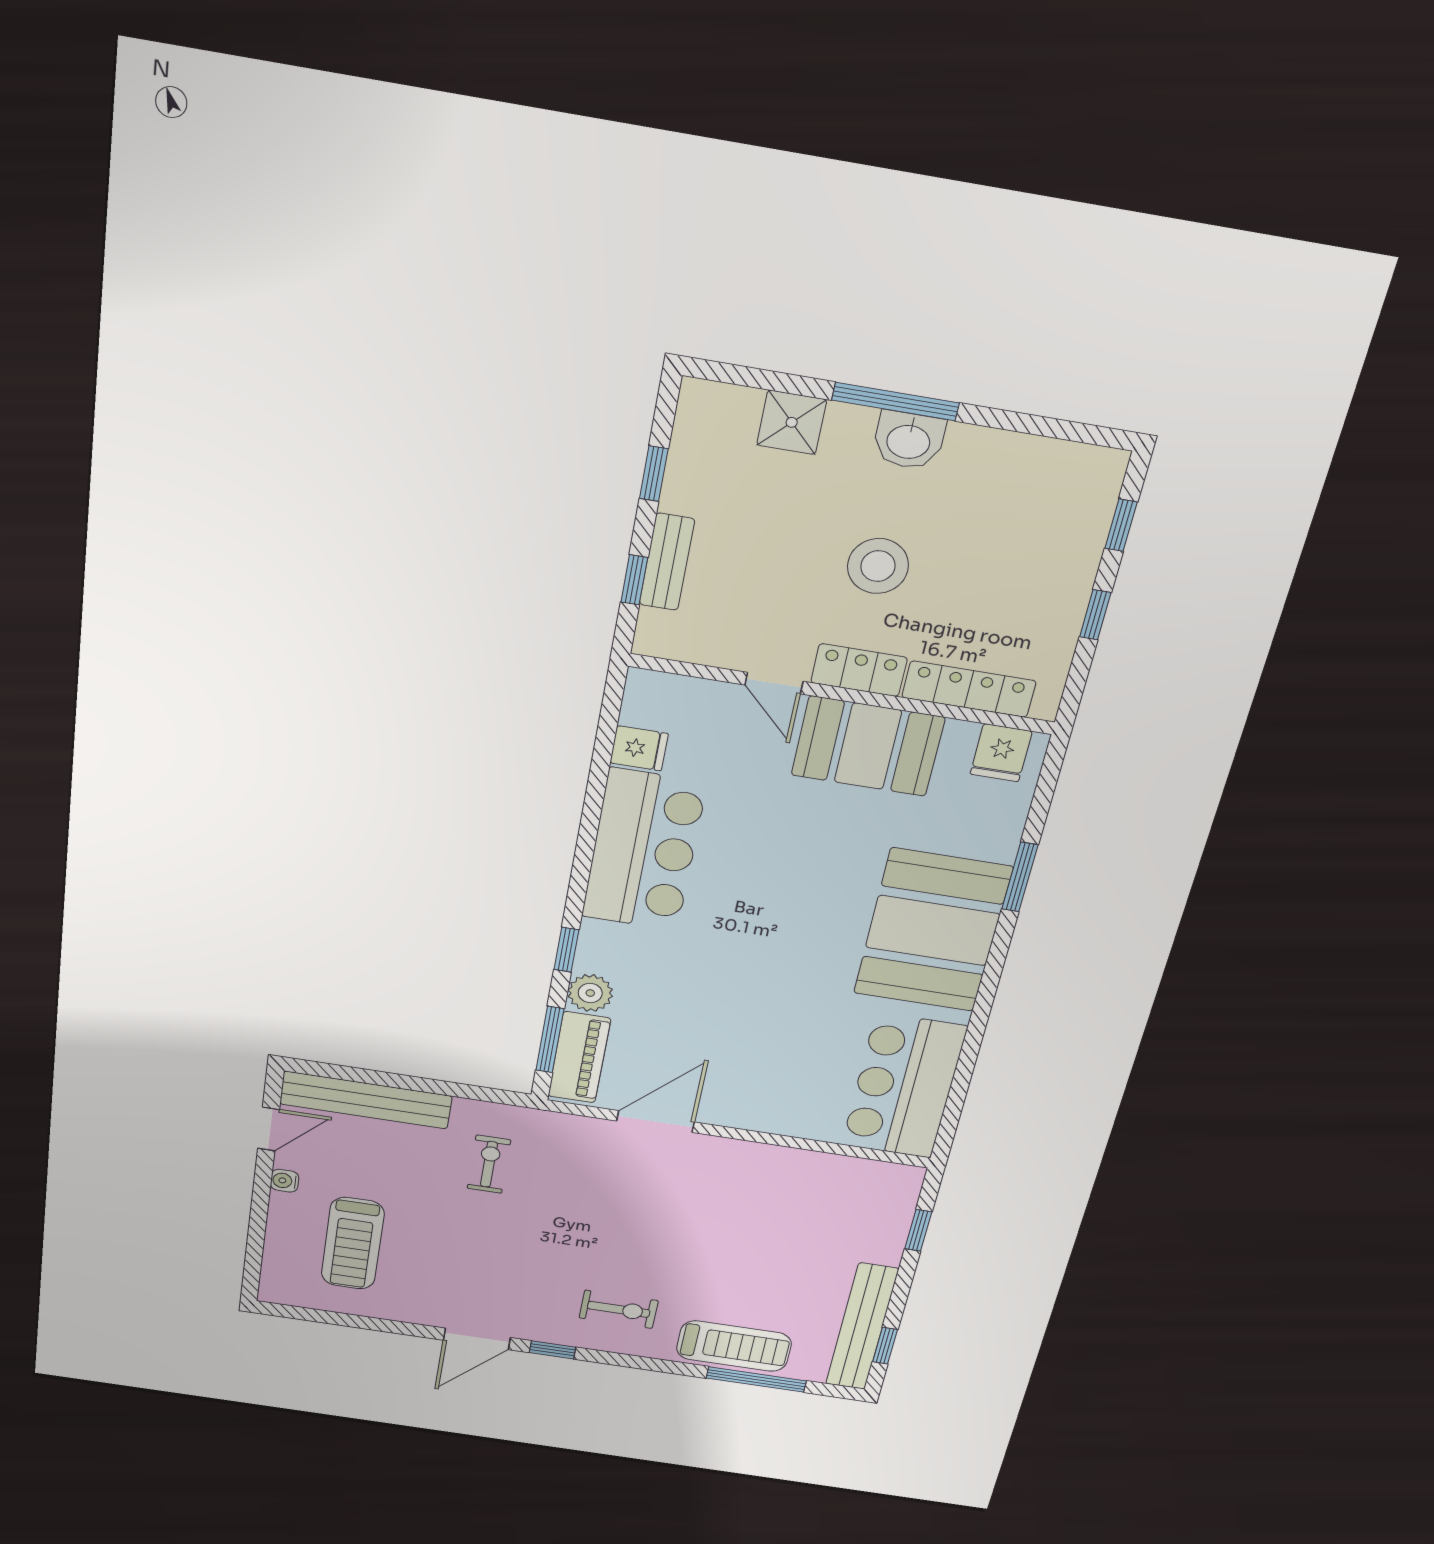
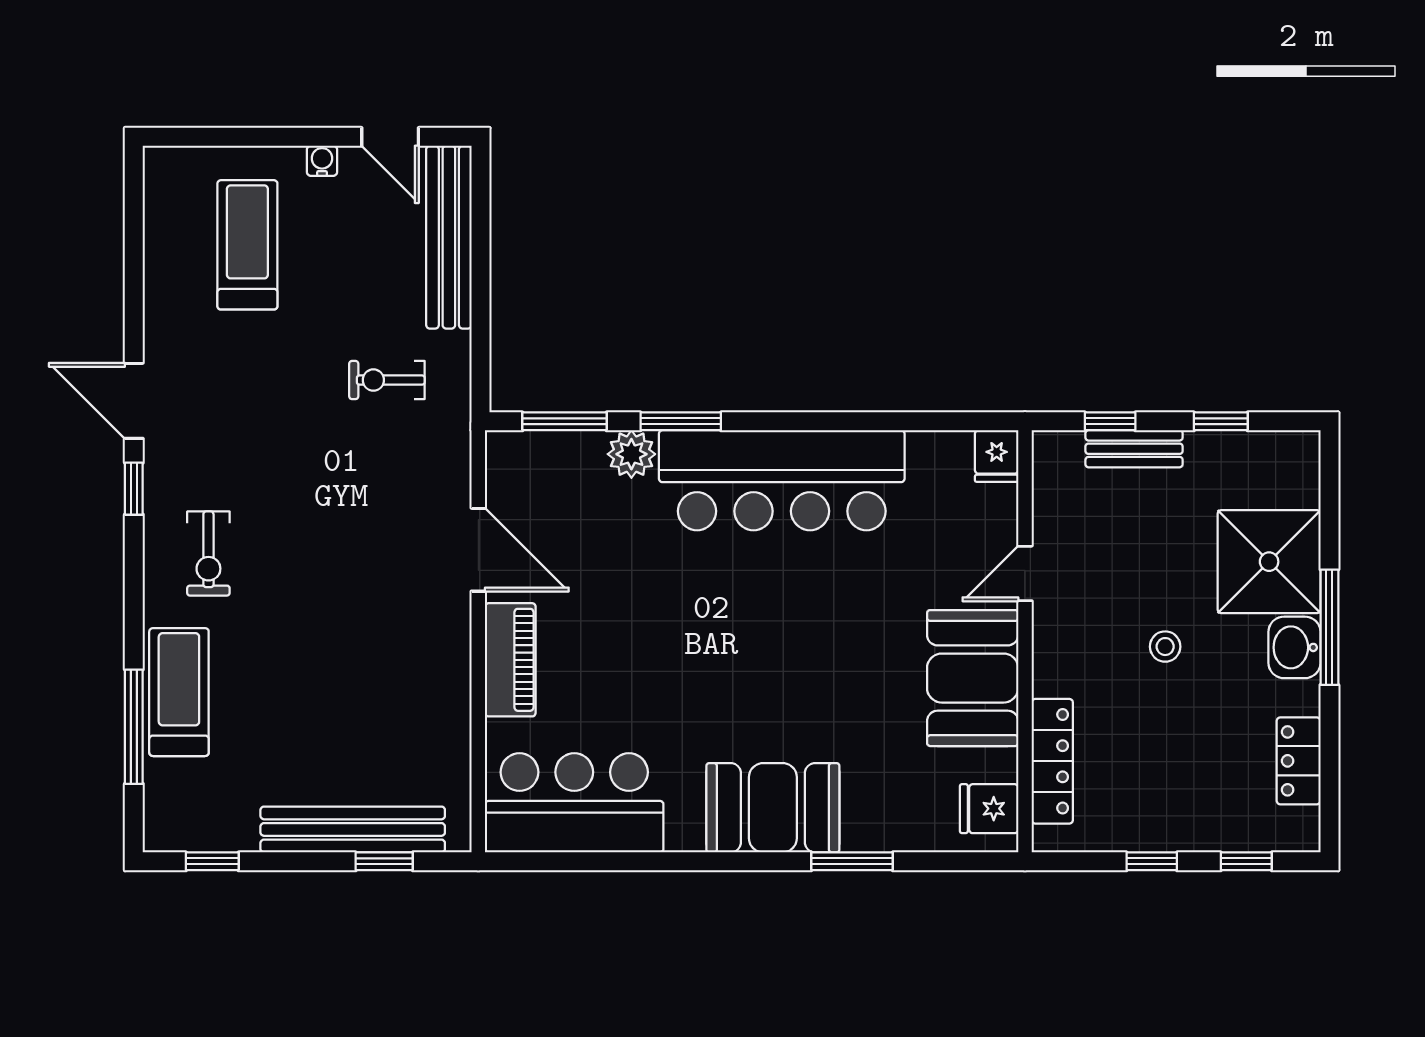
shower: (792, 422) -> (1269, 562), width x1.86, depth x1.86
stool: (878, 566) -> (1165, 647), width x0.53, depth x0.53
locker: (859, 670) -> (1299, 761), moved, turned 180
fridge: (639, 748) -> (997, 456), moved
bar counter: (644, 850) -> (782, 480), width x1.36
booth: (933, 931) -> (773, 808), width x0.73, depth x0.70
window: (566, 950) -> (681, 421), width x1.50
piano: (579, 1057) -> (510, 660), moved, turned -90
exercise bike: (489, 1164) -> (387, 380), turned 180
treadmill: (353, 1243) -> (247, 245), turned 90
bench: (862, 1327) -> (353, 829), moved
treadmill: (734, 1346) -> (179, 692), turned 180

